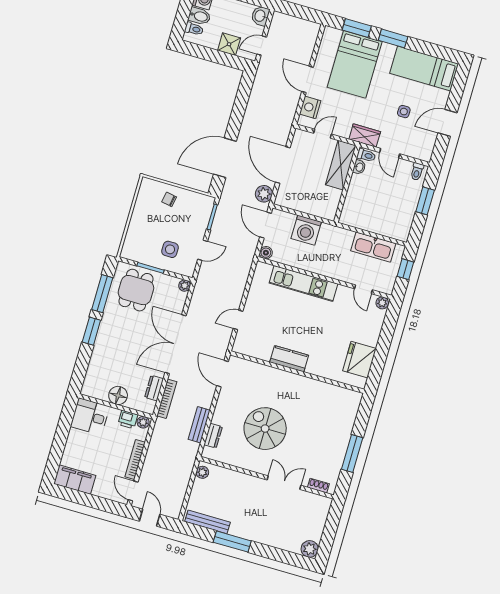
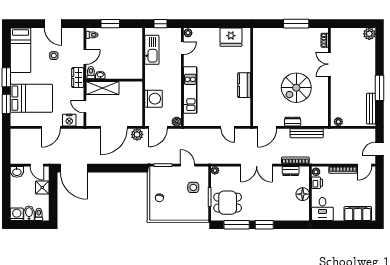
door: (225, 158) -> (74, 168), moved
double door: (175, 344) -> (257, 165), width x0.73
bench: (199, 425) -> (307, 133), width x1.36
dresser: (213, 436) -> (293, 122), moved
filing cabinet: (75, 480) -> (358, 214), moved, turned 90

